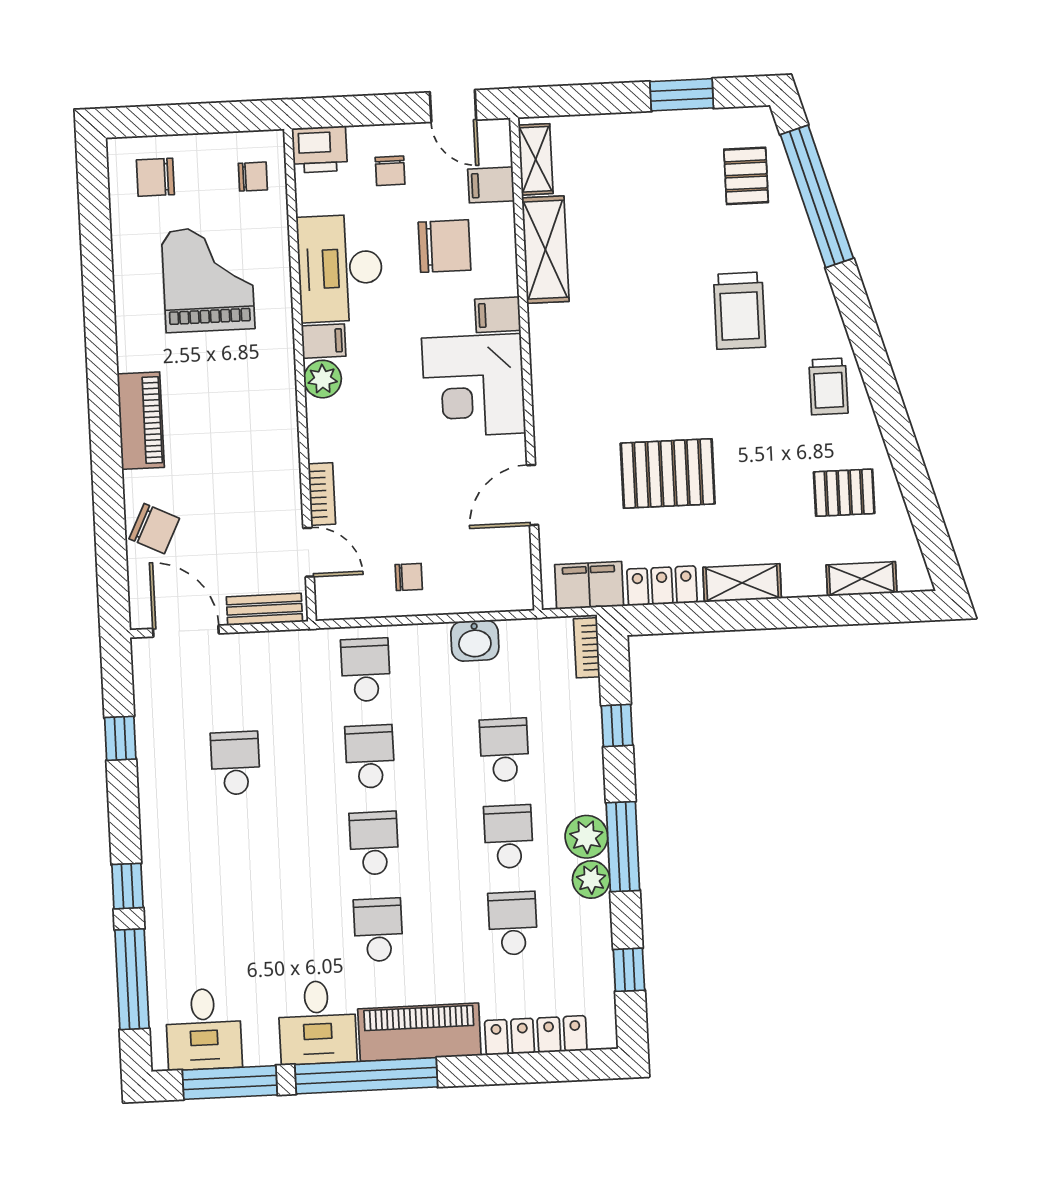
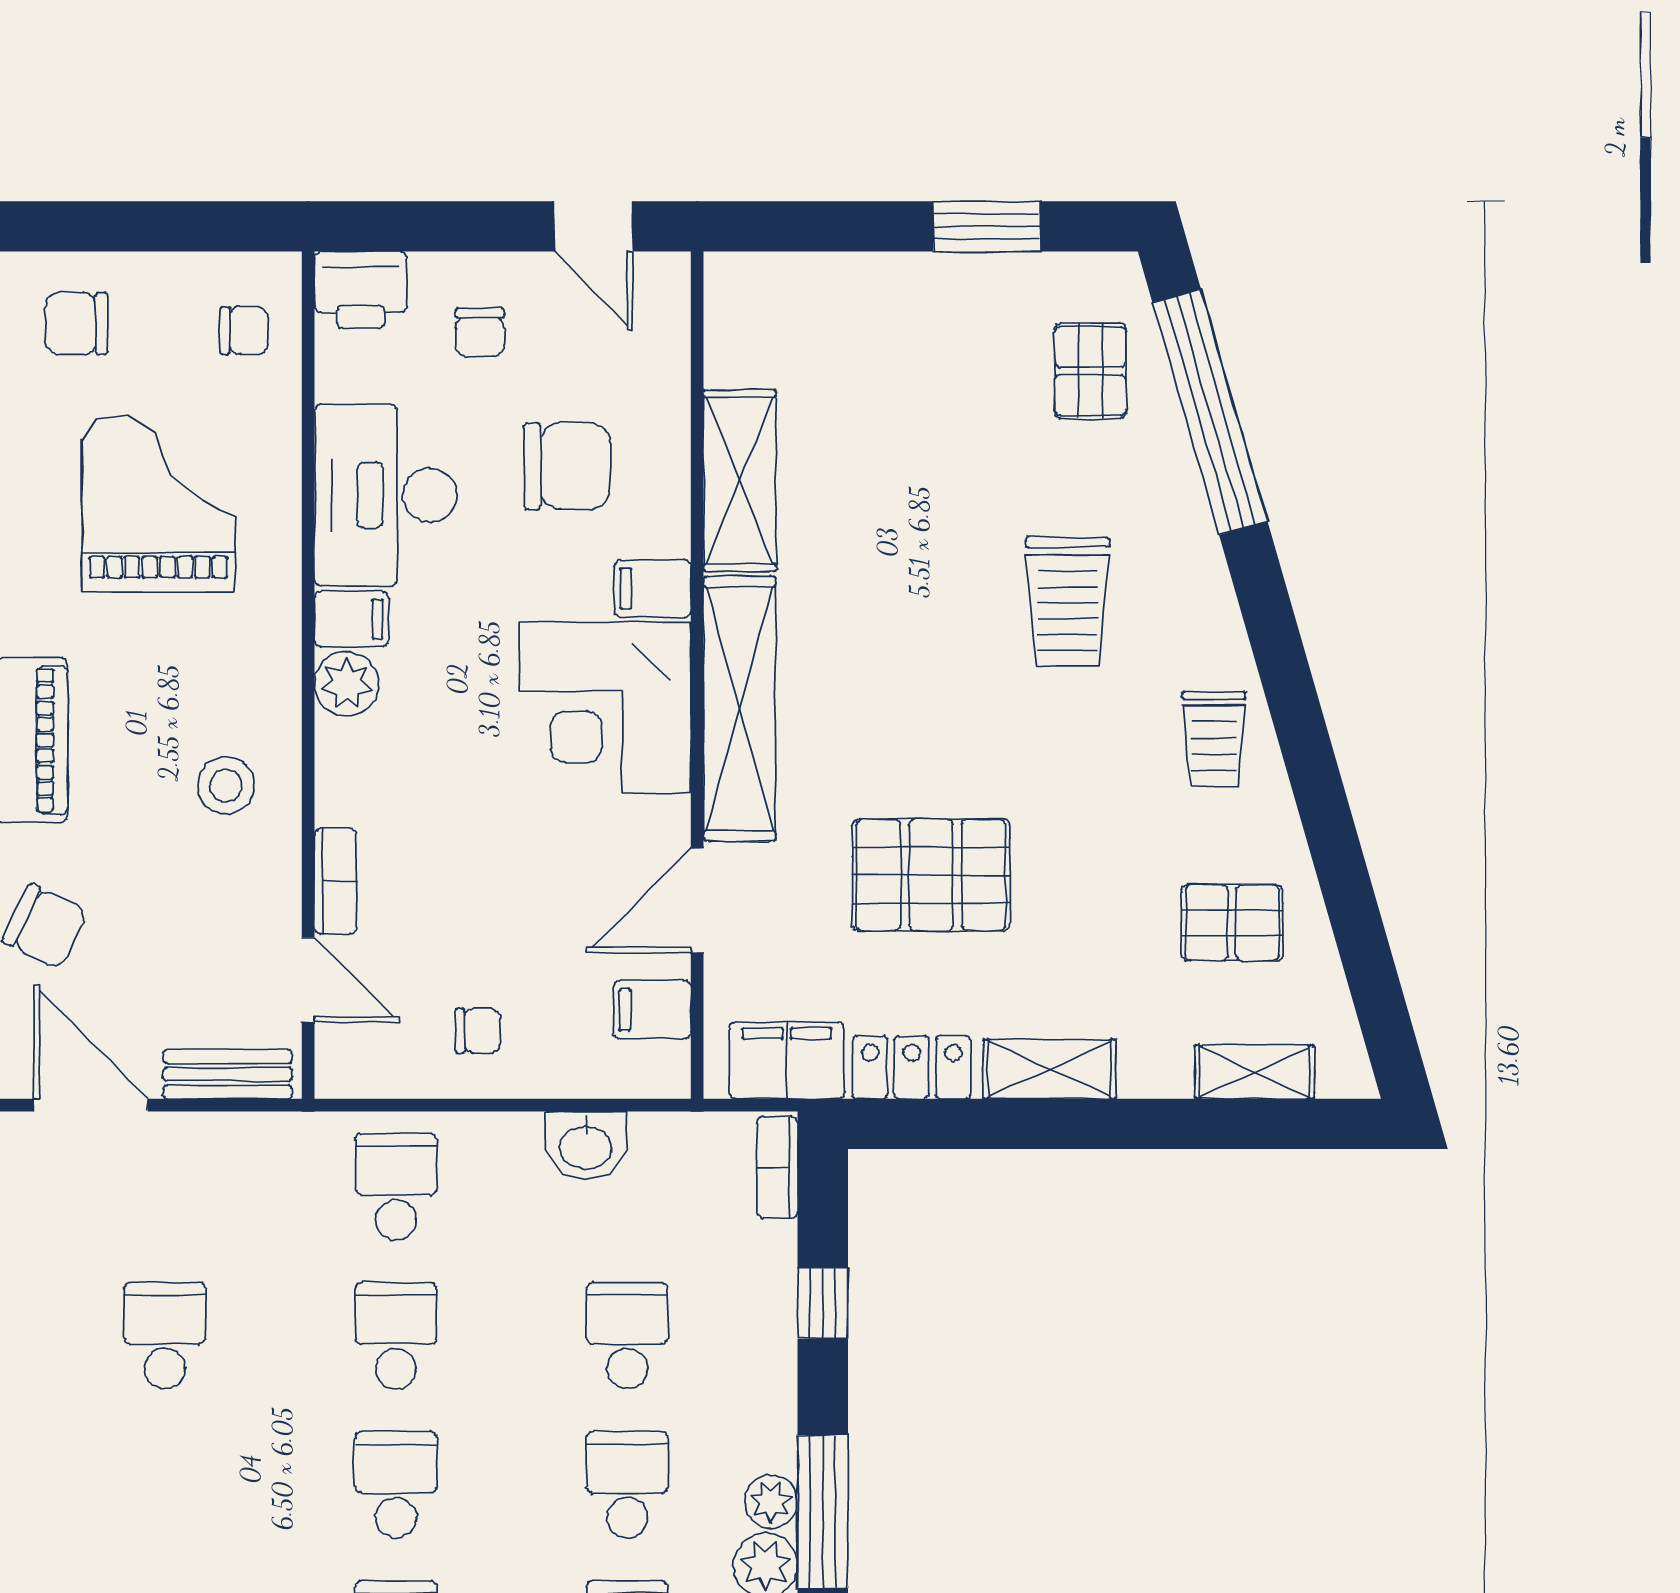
shelving: (536, 159) -> (740, 709), moved, width x2.20, depth x1.33
filing cabinet: (491, 185) -> (652, 1010), moved
stool: (255, 441) -> (226, 786), added
plant: (586, 837) -> (771, 1502), width x0.73, depth x0.73

